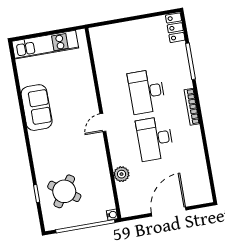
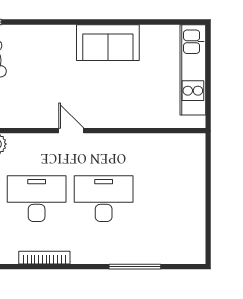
locker: (175, 28) -> (185, 254), removed
bookcase: (192, 107) -> (44, 258), moved

